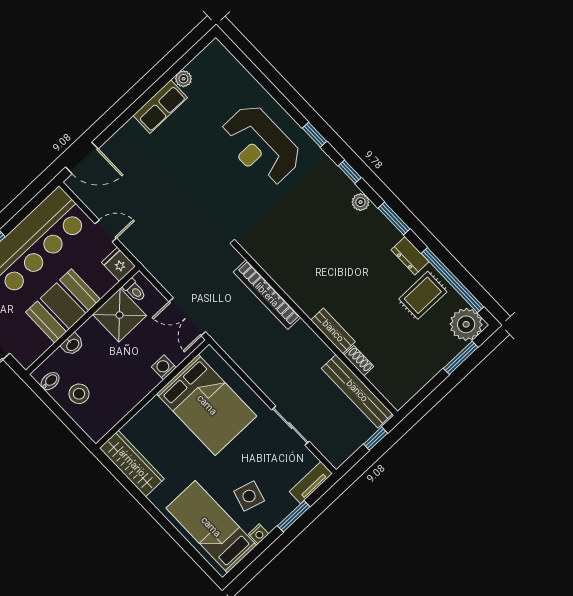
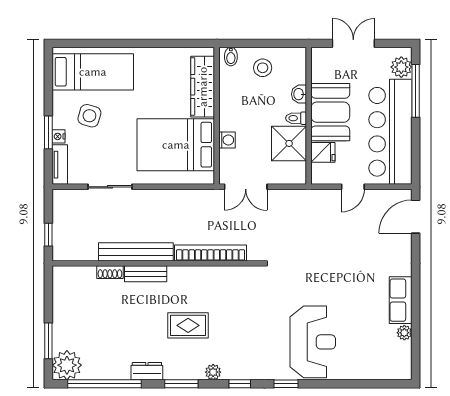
reception desk: (261, 145) -> (313, 342), turned 90
fridge: (119, 264) -> (323, 152), moved
toilet: (134, 290) -> (296, 118), moved
rug: (423, 295) -> (188, 325), moved, turned 90
double door: (187, 317) -> (246, 187), swing flipped
bidet: (50, 381) -> (231, 57), moved
bench: (357, 391) -> (136, 252), moved
wardrobe: (132, 463) -> (203, 87), moved, turned 90
nightstand: (259, 534) -> (59, 136), moved

